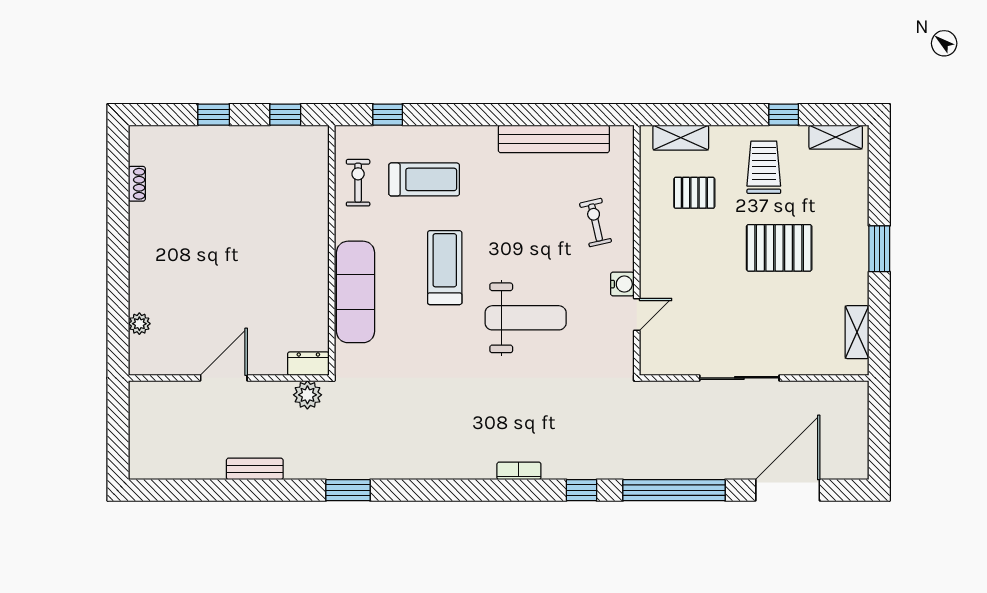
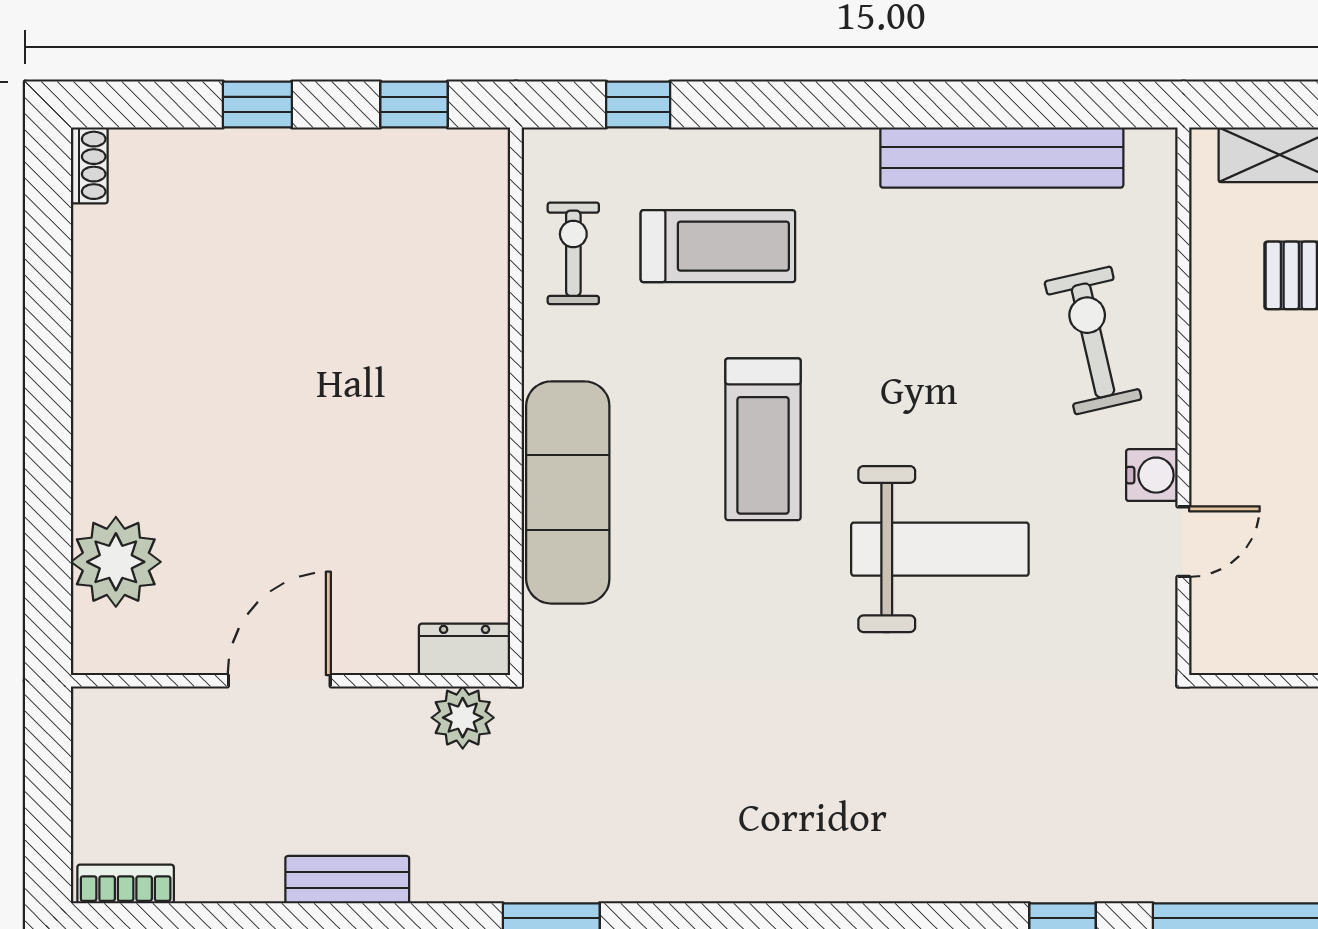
shoe rack: (137, 184) -> (89, 165), moved
exercise bike: (596, 223) -> (1093, 340), width x1.38, depth x1.39
treadmill: (445, 268) -> (763, 439), turned 180
plant: (139, 324) -> (116, 562), width x1.87, depth x1.87
bookcase: (519, 471) -> (126, 884), moved

